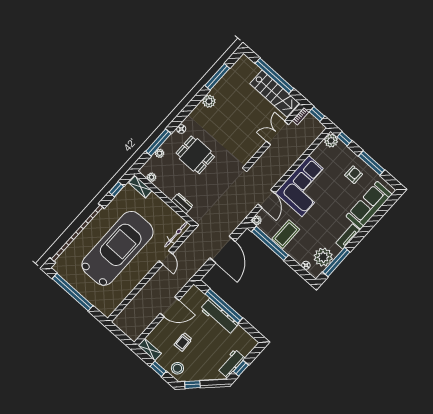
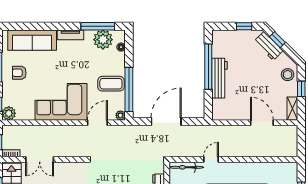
window: (224, 306) -> (208, 67), moved
door: (170, 307) -> (262, 123), moved
trolley: (183, 342) -> (264, 88), removed
workbench: (231, 364) -> (269, 46), moved, turned 45
window: (192, 385) -> (277, 40), moved

